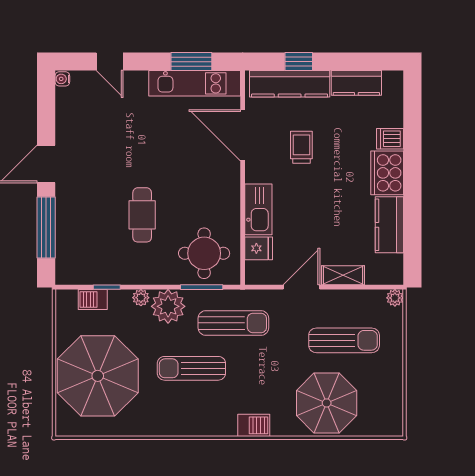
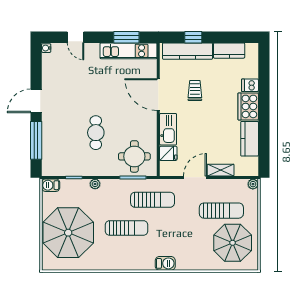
door: (243, 135) -> (158, 95), moved
barbecue: (93, 299) -> (51, 185), moved
plant: (168, 306) -> (112, 189), removed
sun lounger: (191, 368) -> (126, 228), turned 180
parasol: (327, 403) -> (233, 243), moved

